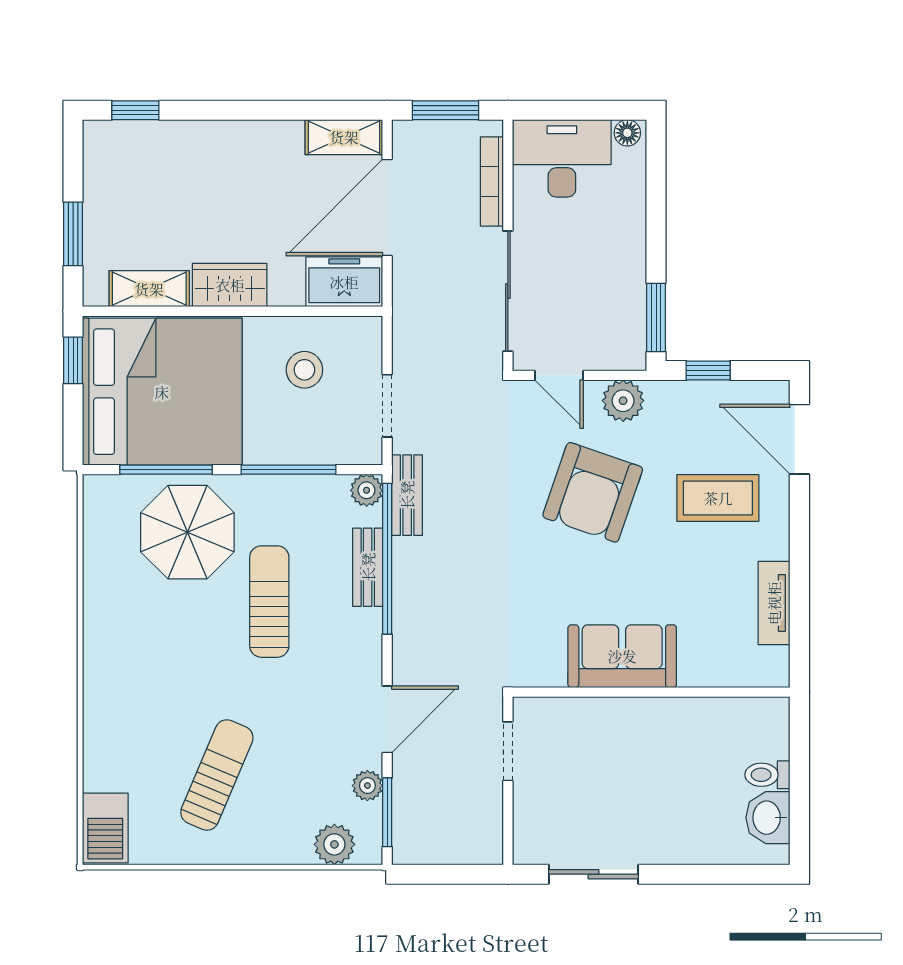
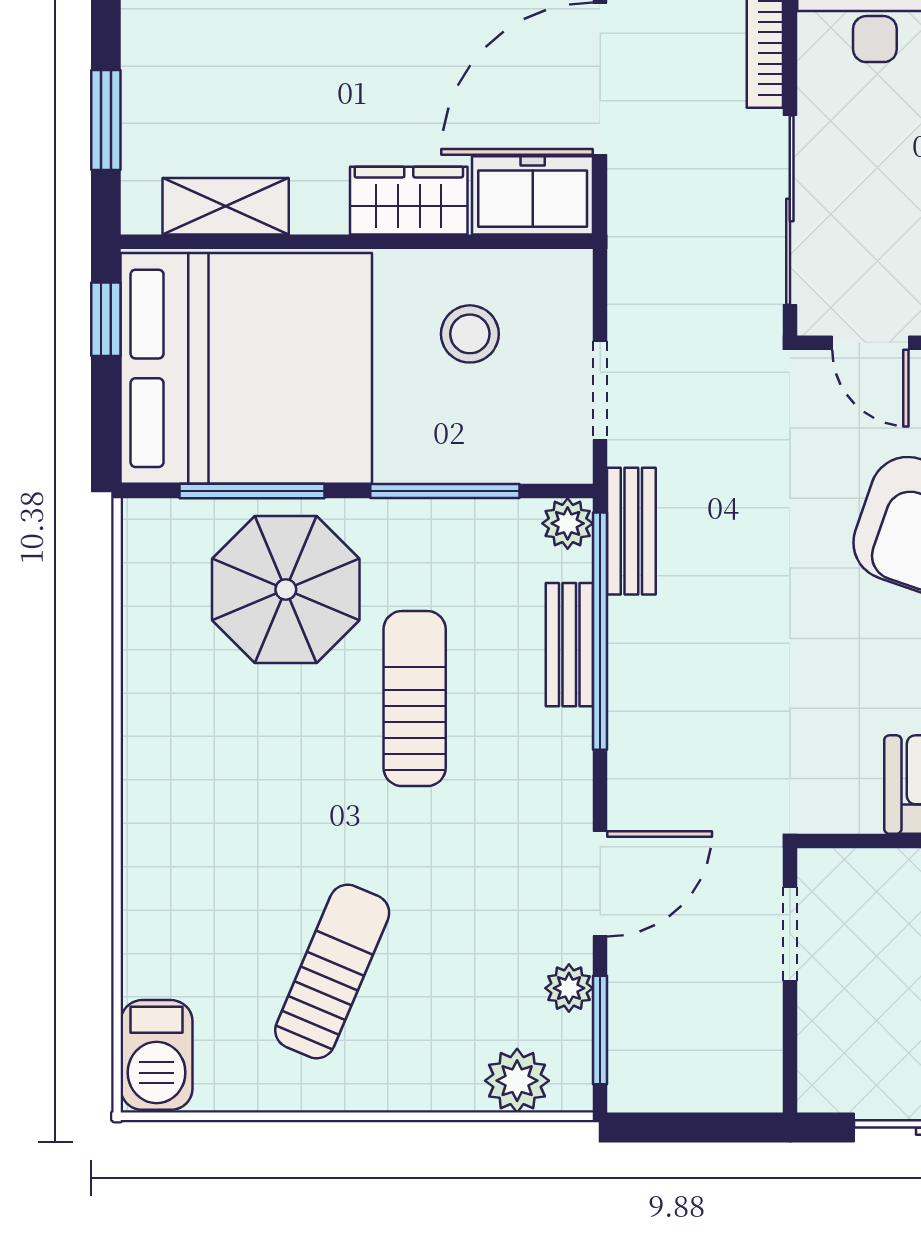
wardrobe: (230, 285) -> (409, 201), moved

